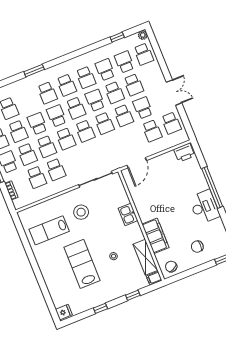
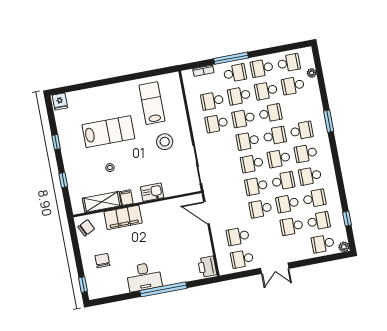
school desk: (47, 93) -> (302, 131), turned 180
school desk: (143, 108) -> (265, 231), removed
filing cabinet: (154, 278) -> (126, 198), moved

